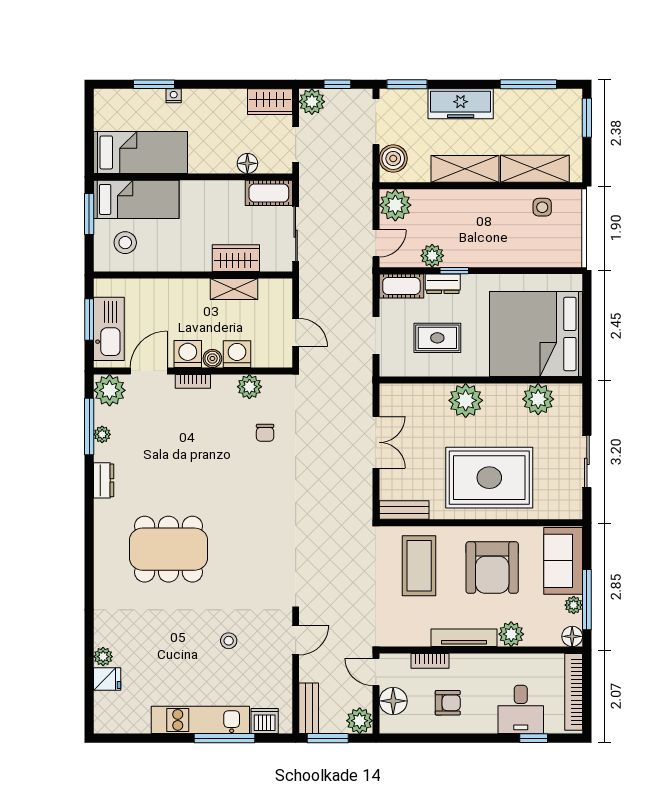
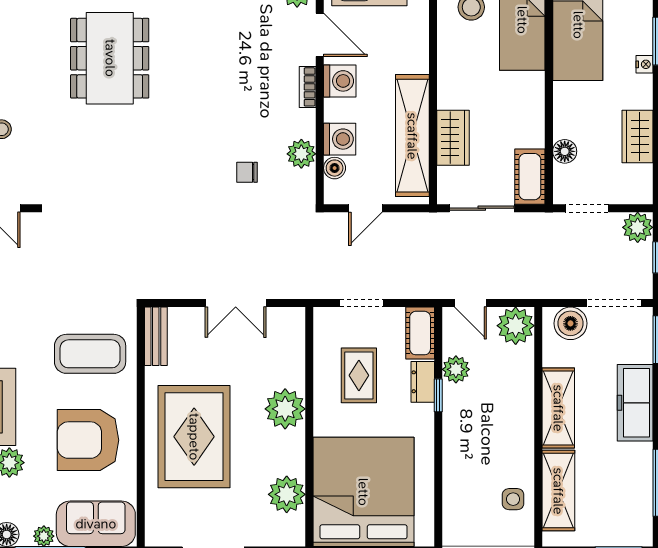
wardrobe: (270, 102) -> (638, 137), moved
shelving: (234, 289) -> (412, 136), width x2.20, depth x1.33
boiler: (212, 358) -> (335, 168), moved

